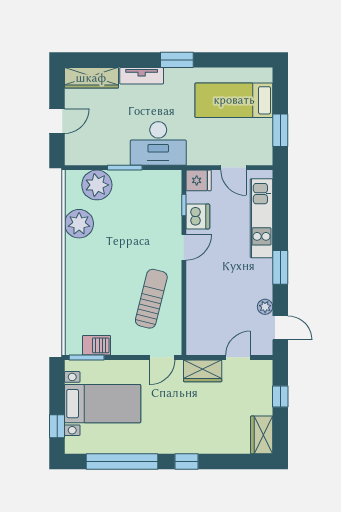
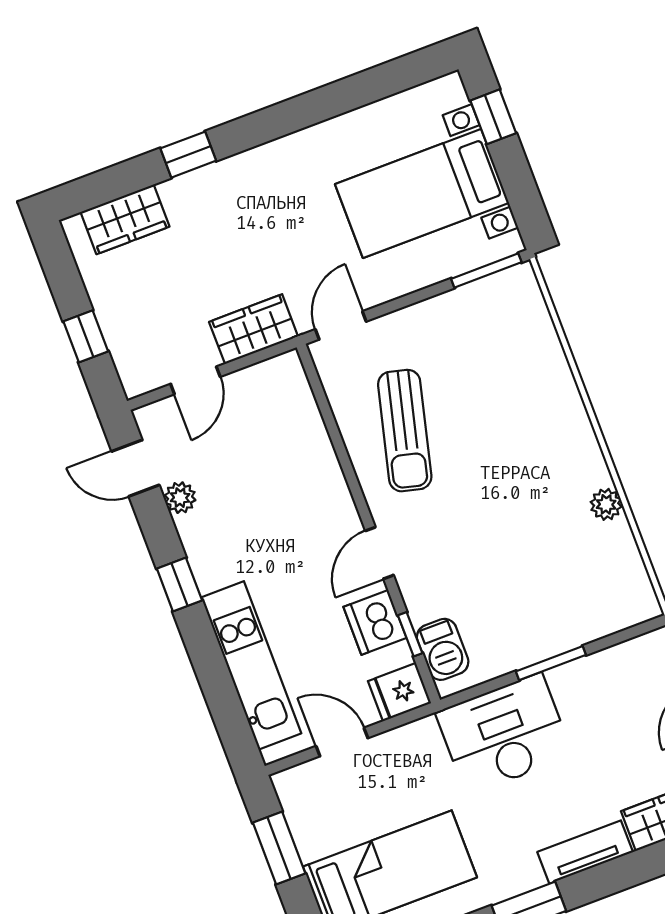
plant: (97, 185) -> (592, 610), removed
plant: (79, 224) -> (606, 504), width x0.53, depth x0.53
window: (280, 267) -> (179, 584), width x0.67
barbecue: (96, 345) -> (443, 649), moved, turned -90
wardrobe: (262, 435) -> (125, 219), moved, turned 90
window: (122, 462) -> (343, 96), removed
window: (187, 462) -> (188, 155), moved

